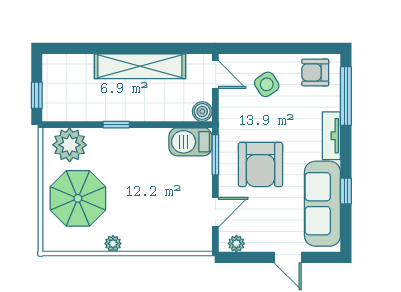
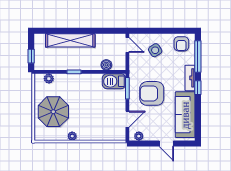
shelving: (140, 66) -> (70, 40), moved
armchair: (315, 72) -> (181, 44), turned -90
boiler: (202, 111) -> (106, 65), moved
plant: (70, 145) -> (49, 79), width x0.53, depth x0.53
armchair: (260, 164) -> (152, 93), turned 90
window: (346, 191) -> (198, 88), moved

